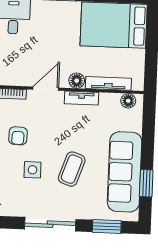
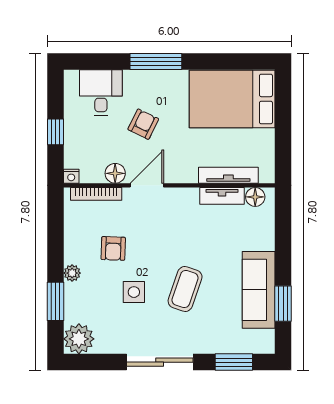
armchair: (45, 42) -> (143, 124), added
floor lamp: (77, 81) -> (115, 173), moved
tv unit: (82, 98) -> (222, 196), moved
sofa: (125, 172) -> (259, 290), width x0.74, depth x0.79

